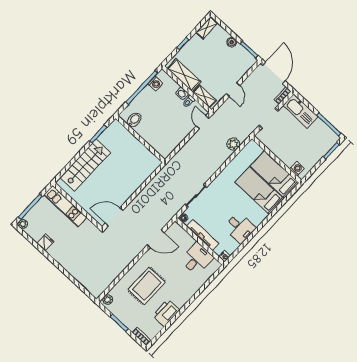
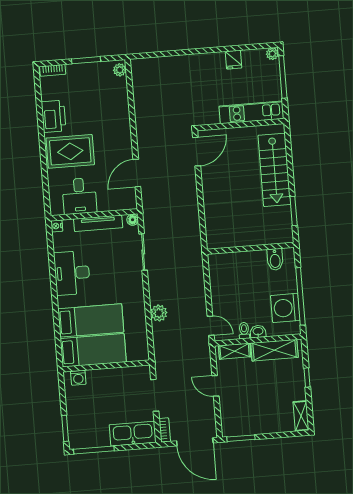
boiler: (232, 42) -> (264, 427), removed
washing machine: (155, 83) -> (285, 308), width x1.89, depth x1.89
plant: (233, 144) -> (159, 313), moved
desk: (240, 228) -> (72, 273), width x1.37
rug: (147, 286) -> (70, 151), moved, turned 90

